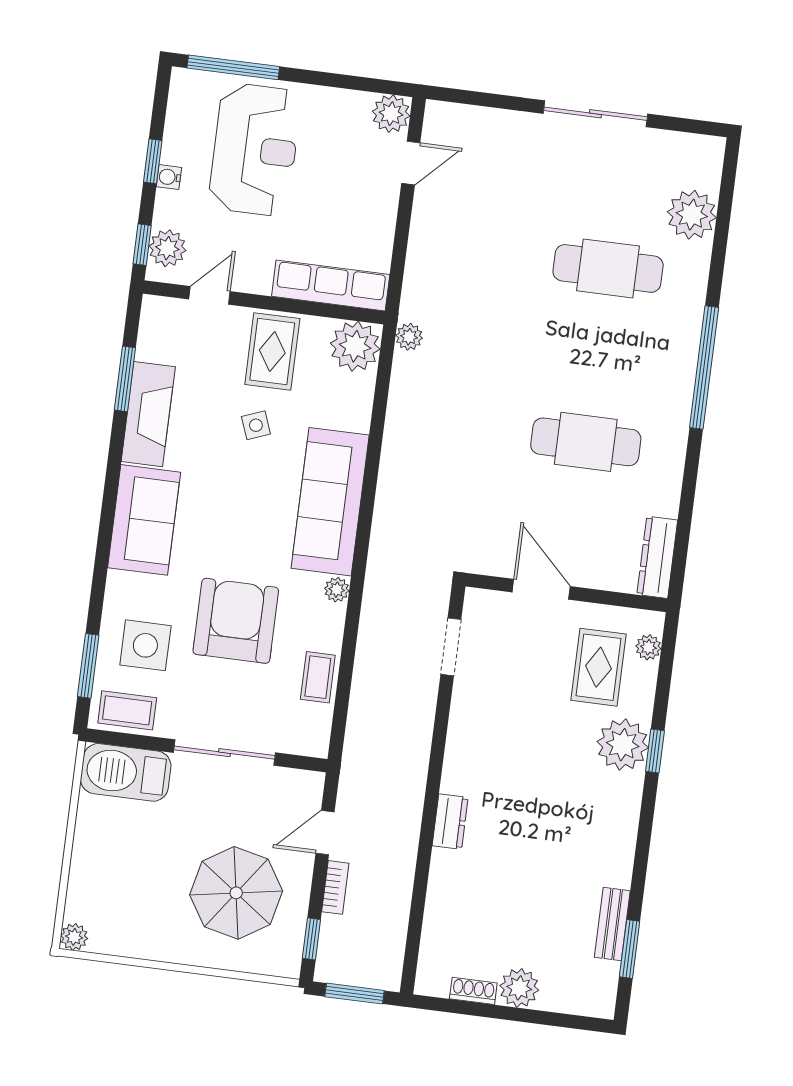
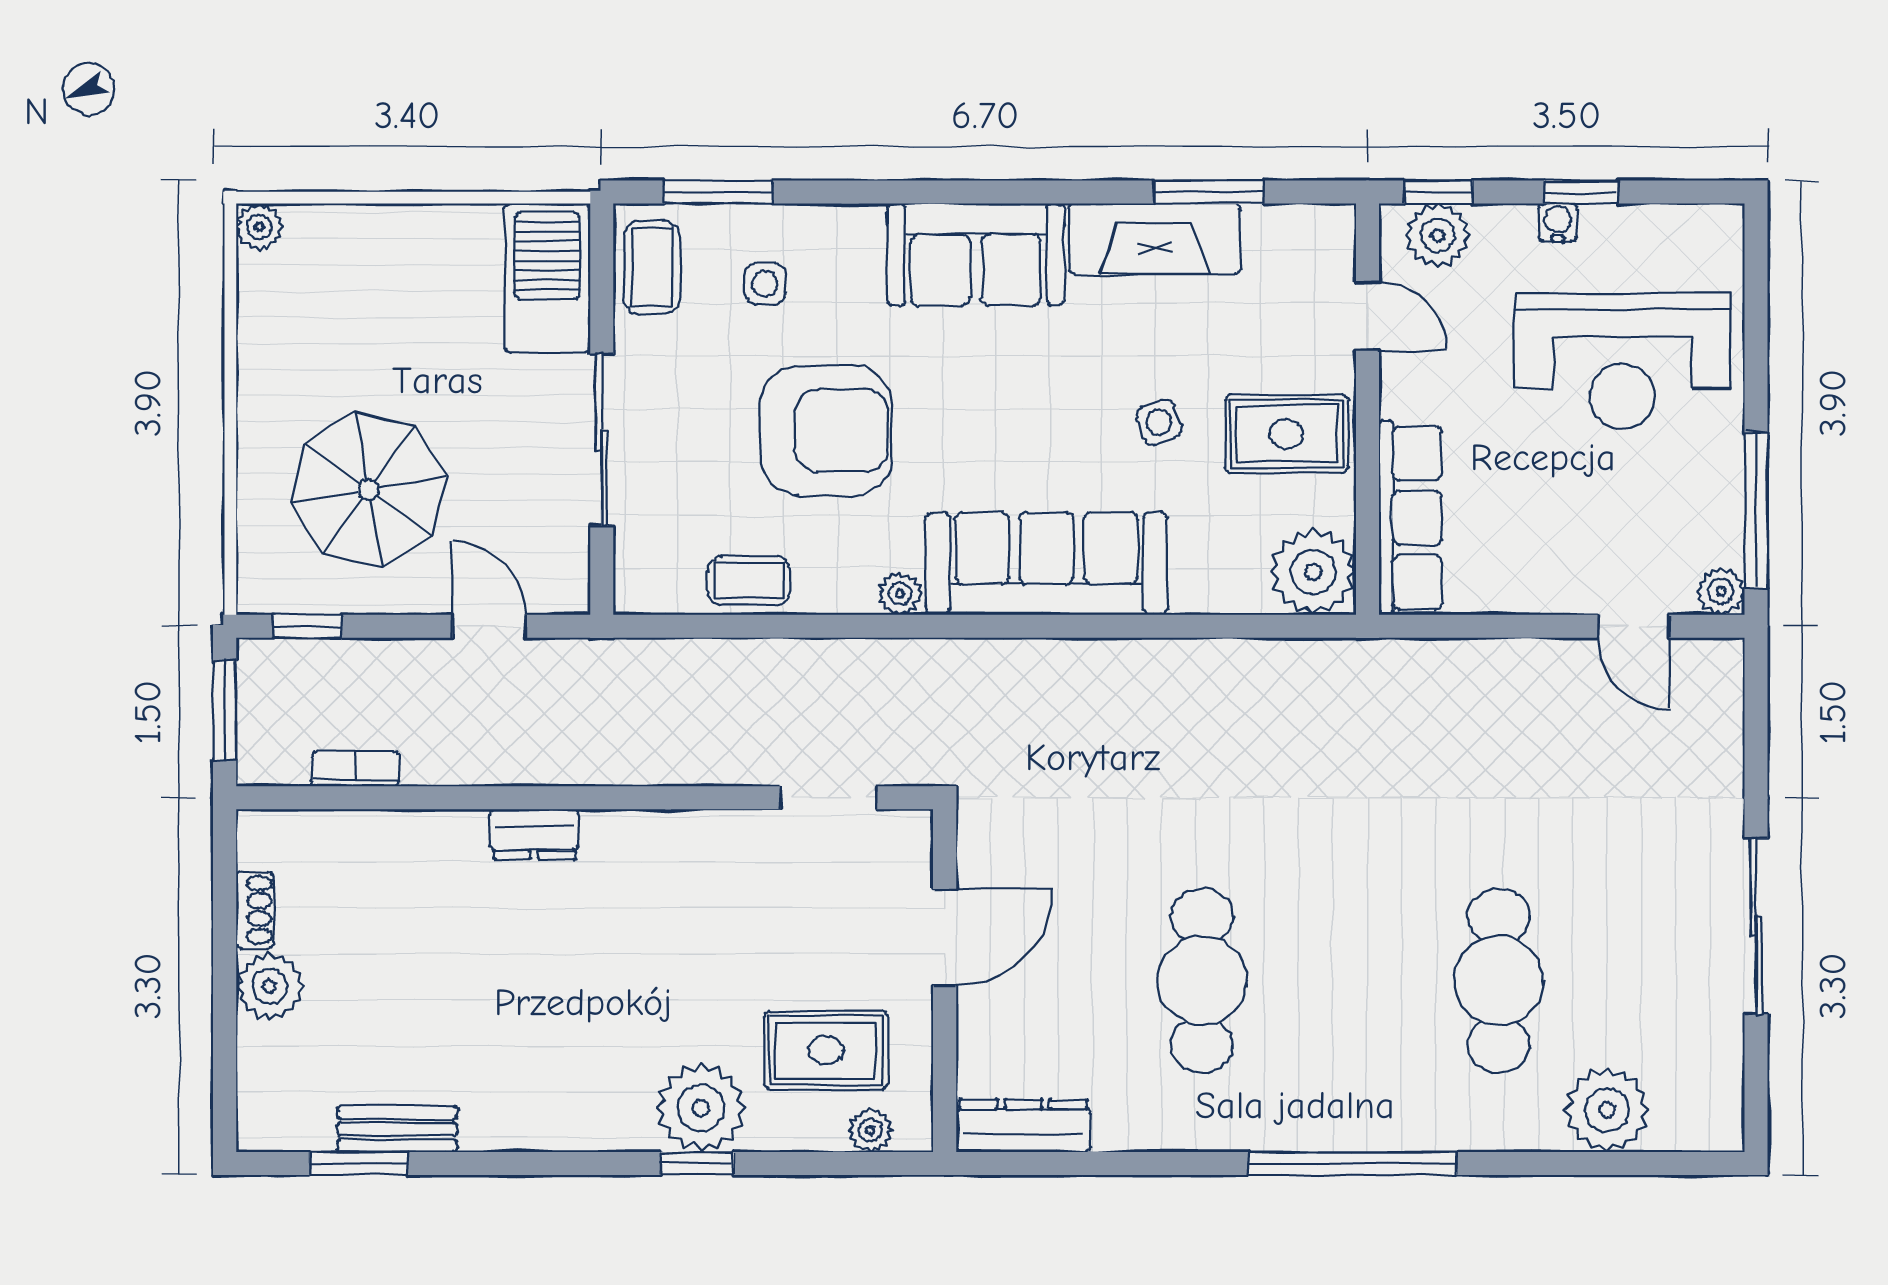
window: (233, 67) -> (1756, 511), moved
plant: (391, 114) -> (1721, 591), width x0.73, depth x0.73
plant: (409, 337) -> (1341, 661), removed
side table: (145, 645) -> (765, 284), width x0.54, depth x0.54
bookcase: (335, 887) -> (355, 769), moved, turned 180

